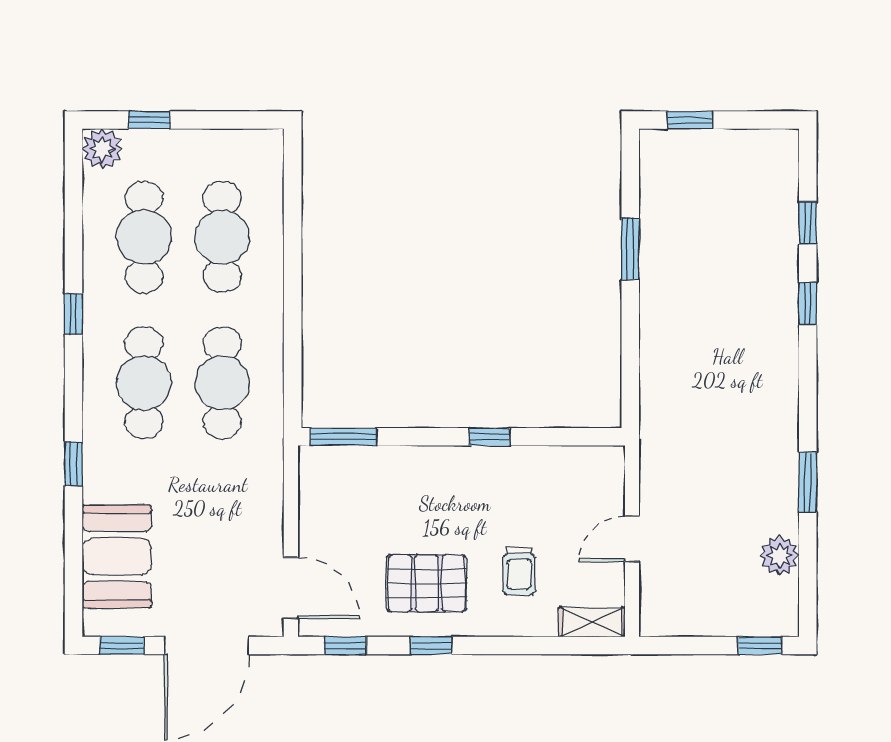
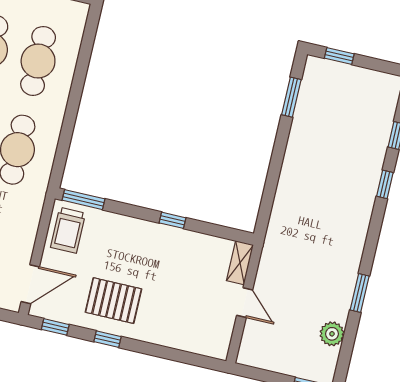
window: (630, 249) -> (291, 97), moved
door: (632, 539) -> (245, 303), swing flipped
trolley: (519, 571) -> (68, 230), moved, width x1.36, depth x1.39
door: (291, 588) -> (30, 284), hinge flipped
shelving: (592, 622) -> (240, 263), moved, turned 90

